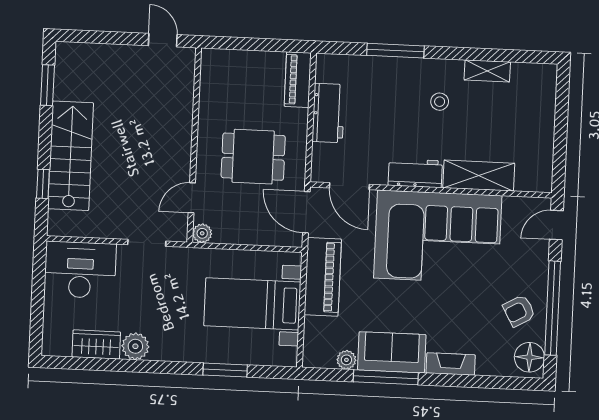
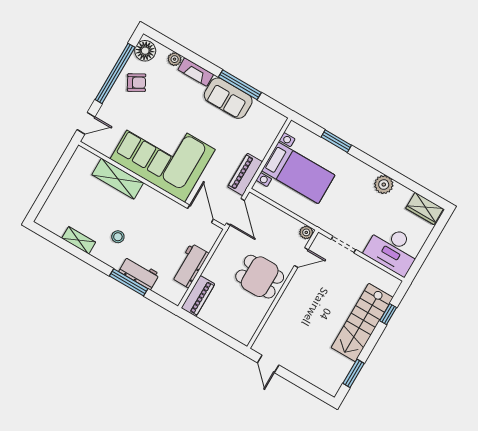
dining table: (253, 157) -> (260, 277), moved
workbench: (415, 173) -> (139, 273), moved, turned 180
piano: (323, 277) -> (245, 174), width x0.73, depth x0.75
wardrobe: (96, 344) -> (425, 208), moved
plant: (346, 360) -> (175, 59), moved

